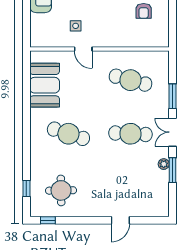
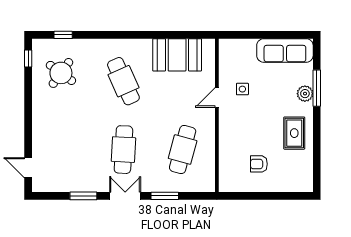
cafe table: (68, 134) -> (123, 81), turned -42
plant: (164, 164) -> (90, 186), removed
round table: (61, 190) -> (61, 73), turned 37
door: (120, 220) -> (28, 168), moved

